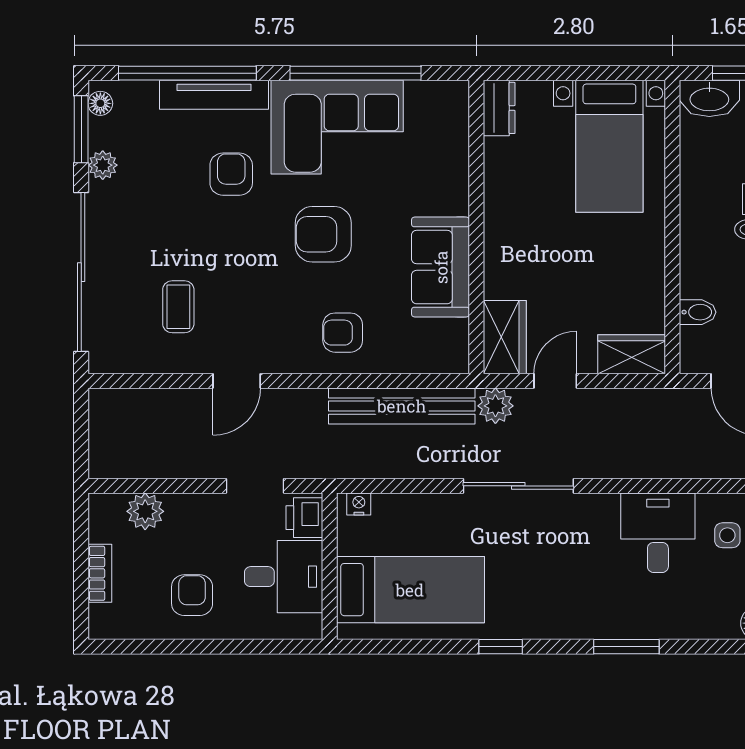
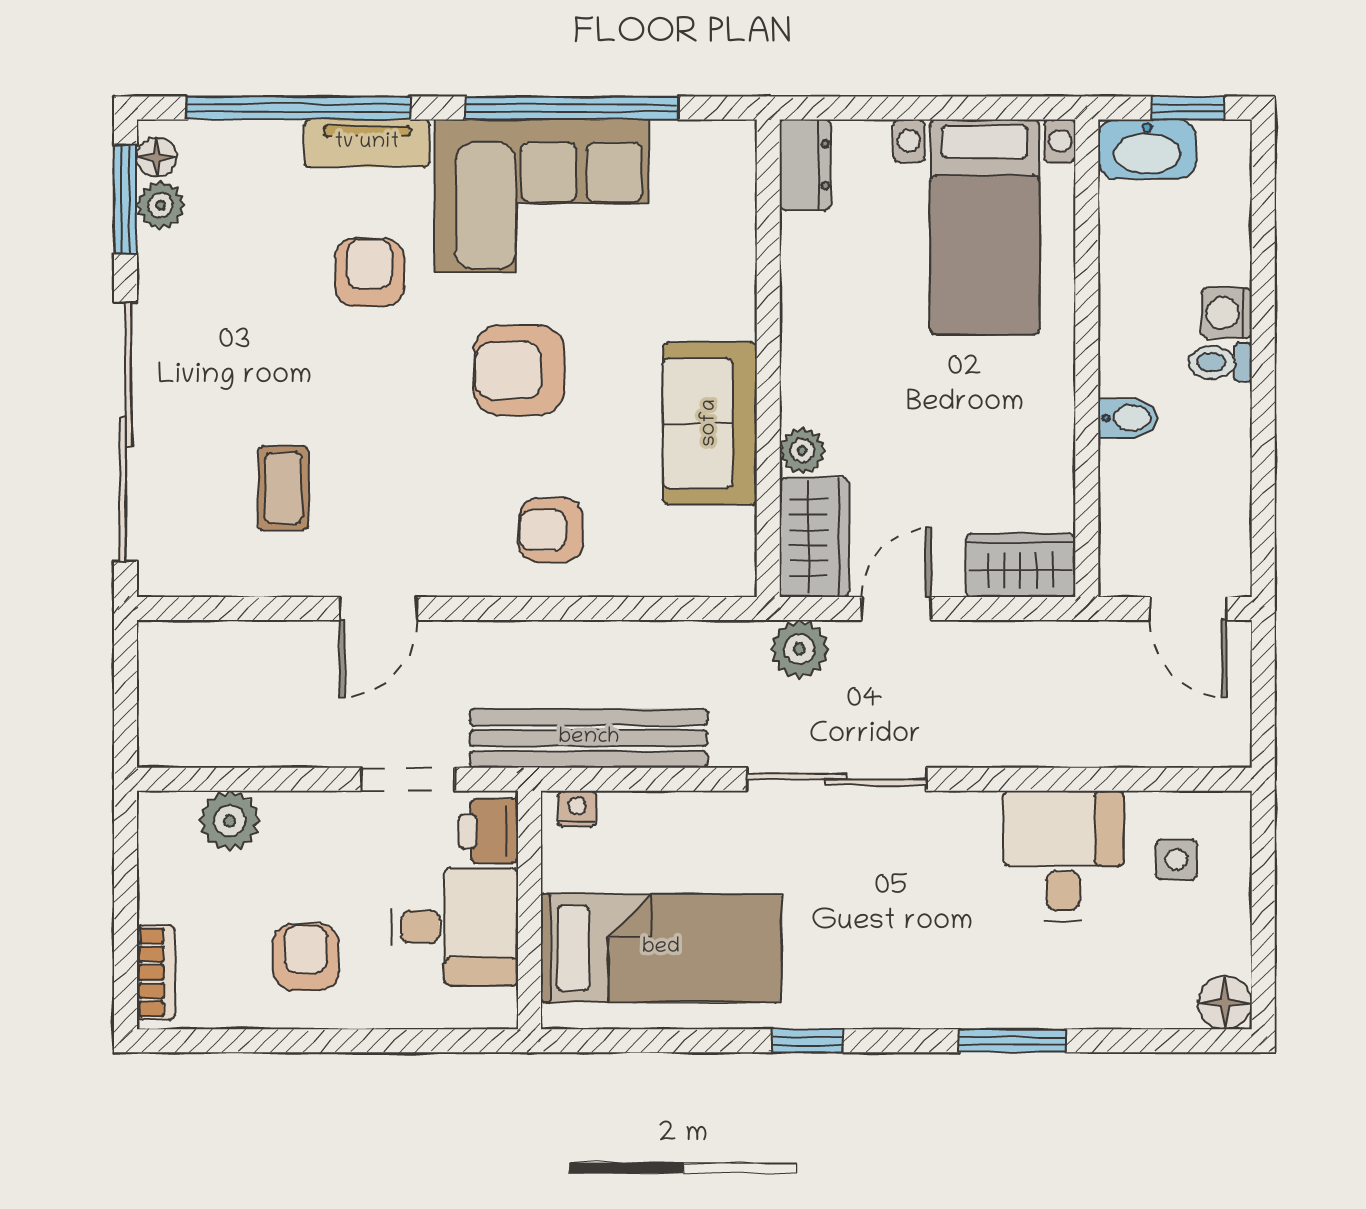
tv unit: (214, 95) -> (367, 143), width x0.71
plant: (103, 165) -> (161, 205), moved
plant: (497, 284) -> (802, 451), added
bidet: (698, 312) -> (1128, 418), moved
bench: (402, 406) -> (589, 738), moved
bookcase: (100, 573) -> (156, 972), moved

